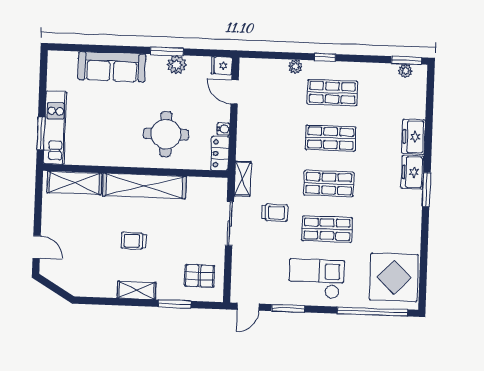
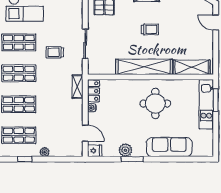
round table: (166, 134) -> (155, 103), moved
shelving: (243, 179) -> (78, 87), moved

